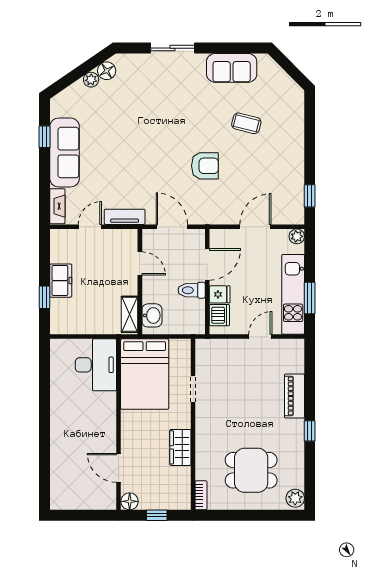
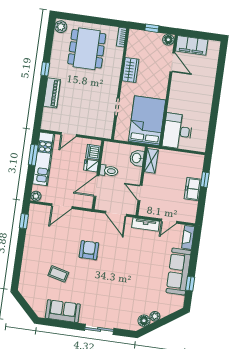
armchair: (205, 166) -> (89, 250), turned 90
dining table: (251, 470) -> (87, 49), width x1.38
filing cabinet: (93, 498) -> (192, 45), added

